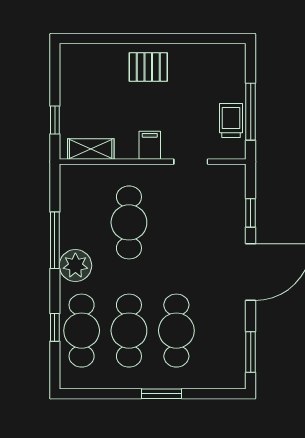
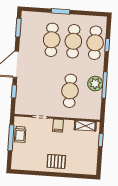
plant: (75, 266) -> (95, 84), moved

